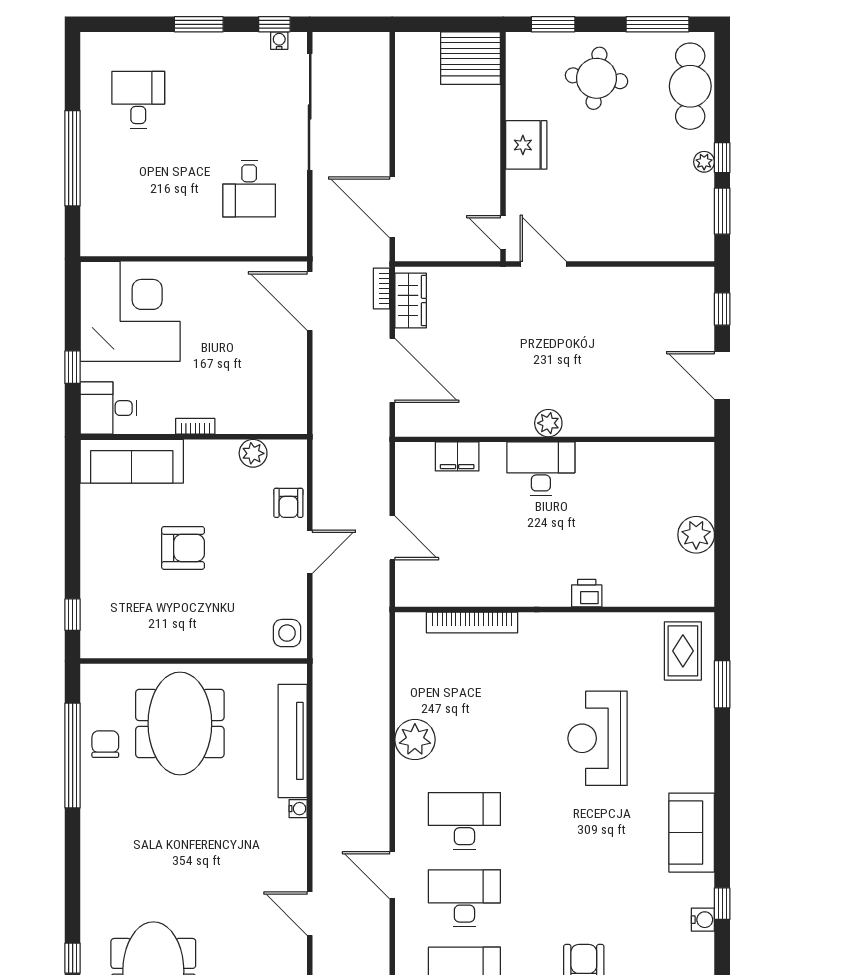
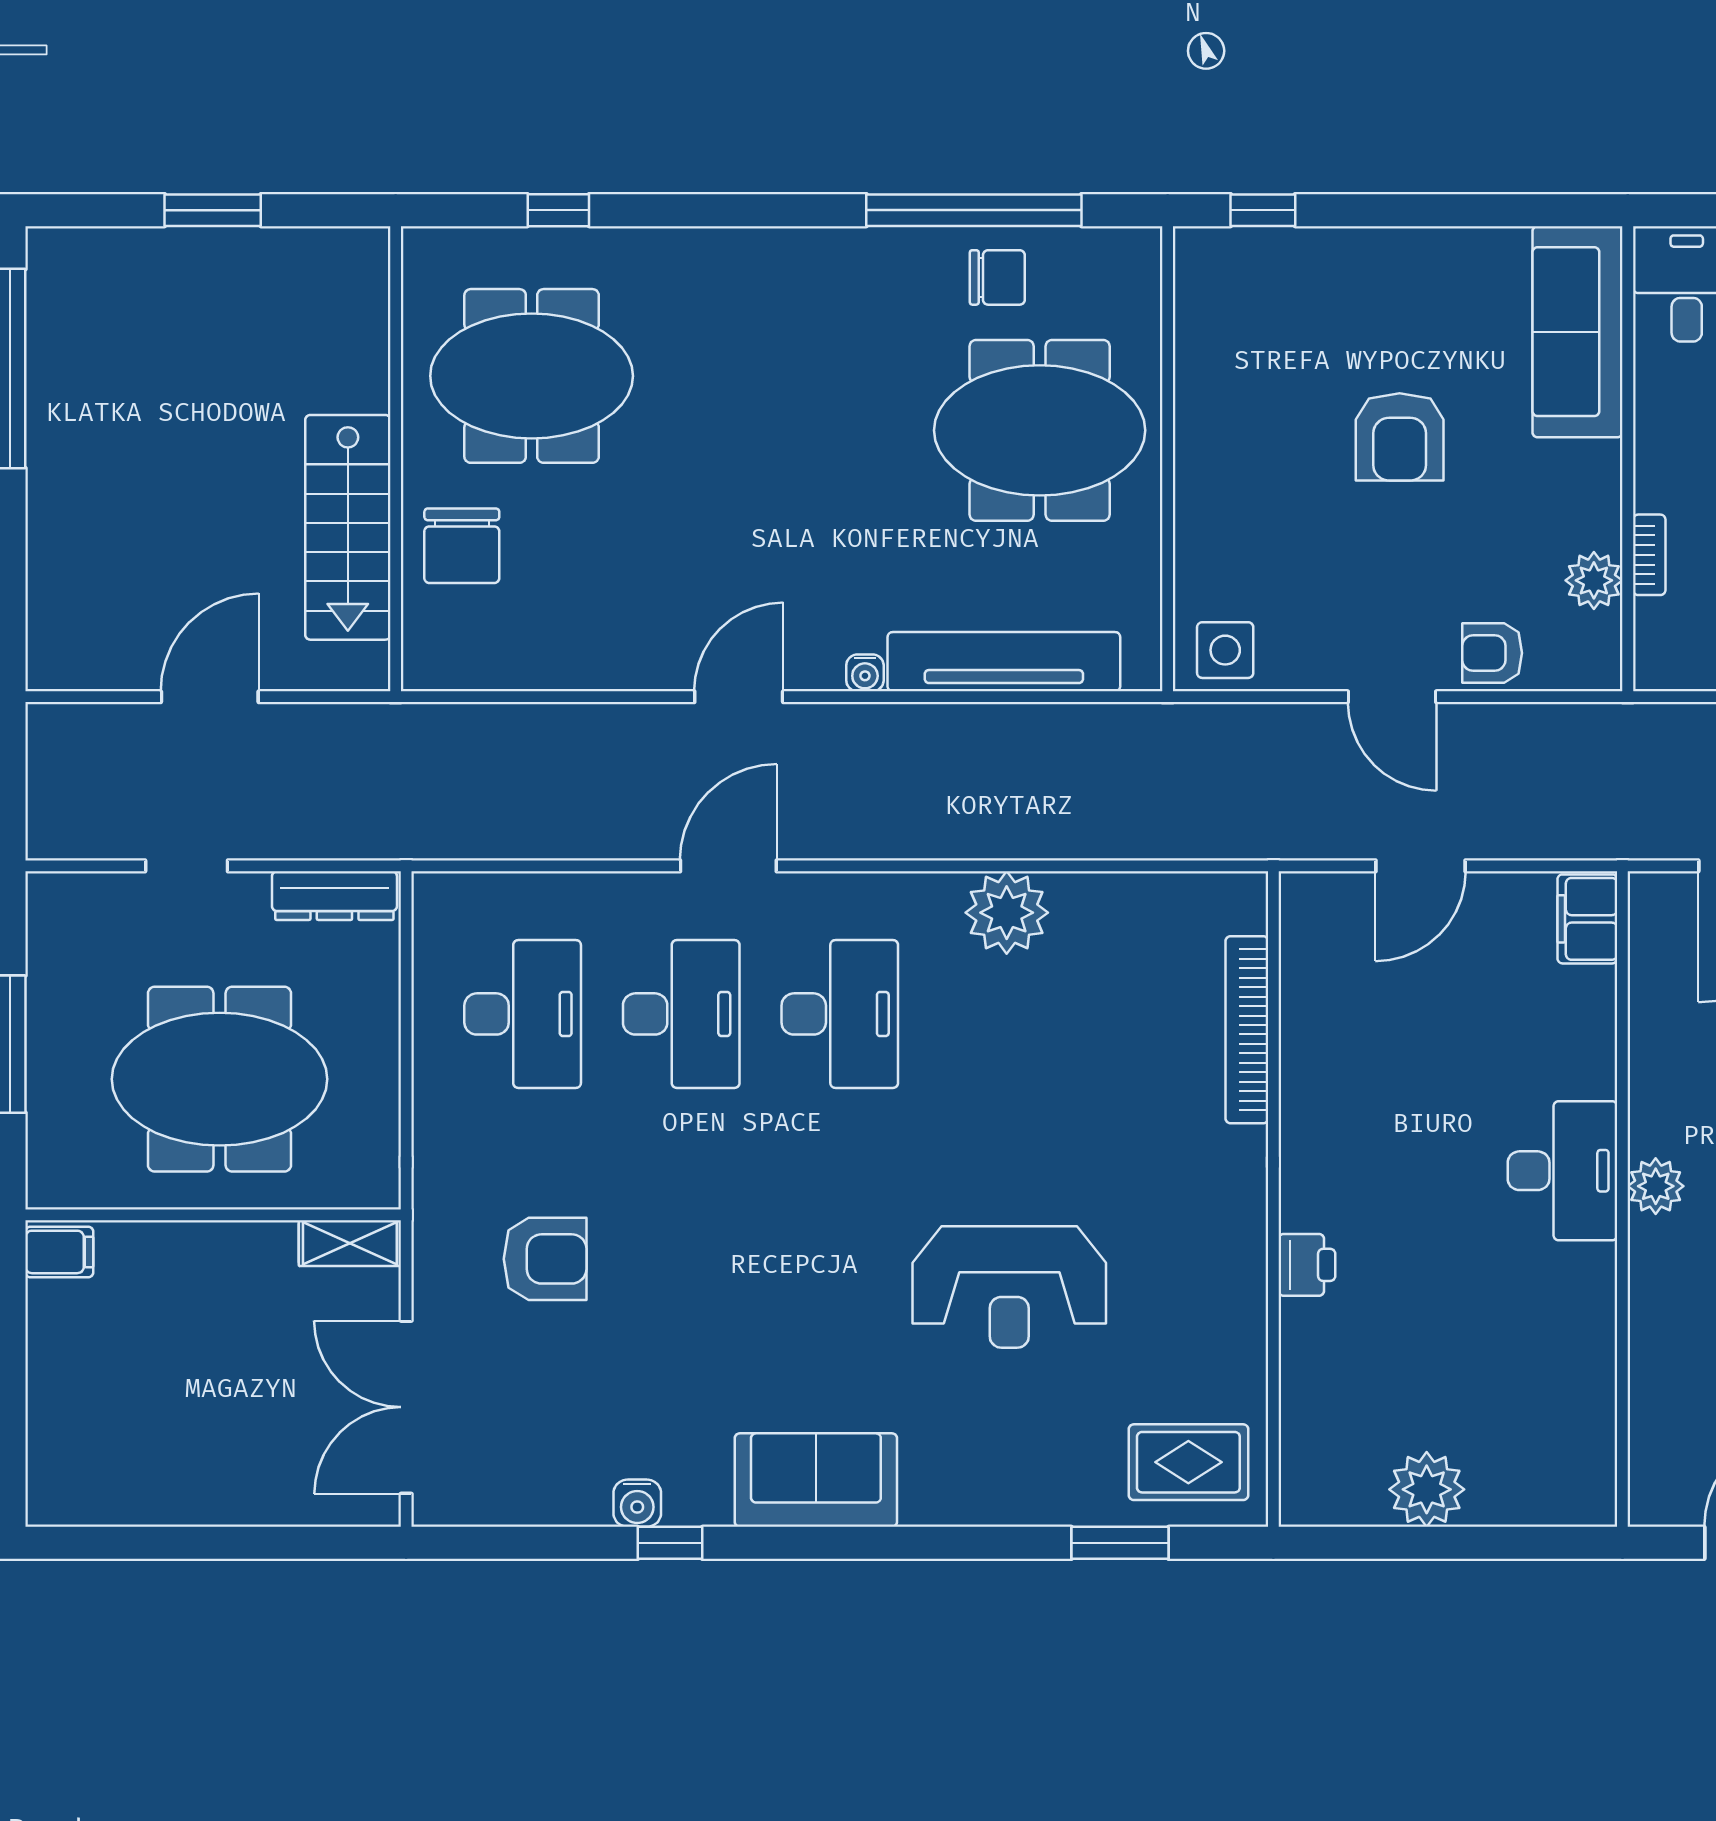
bookcase: (195, 426) -> (1649, 555), moved
filing cabinet: (457, 456) -> (1587, 919), moved
reception desk: (598, 738) -> (1009, 1287), turned 180
door: (310, 914) -> (739, 697), moved

